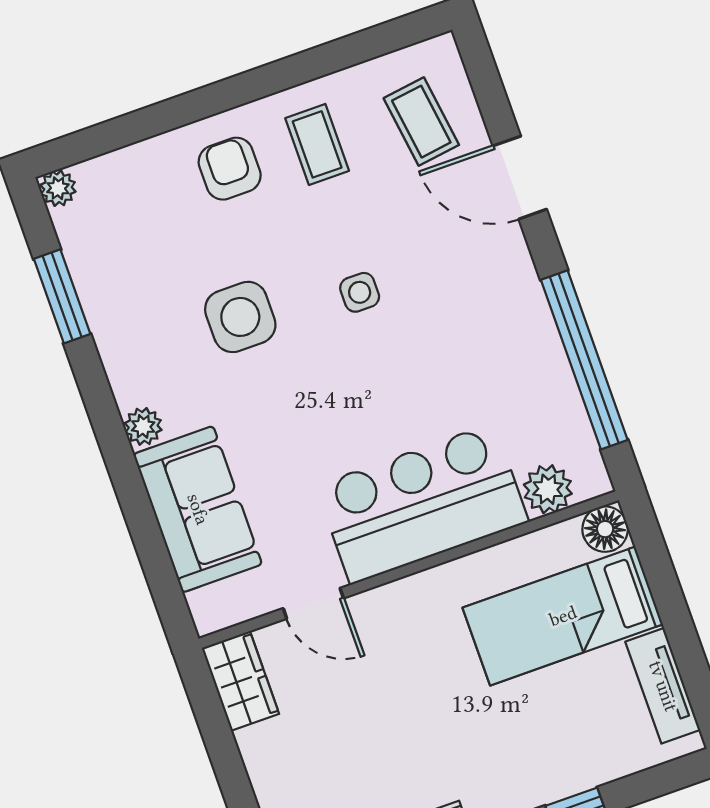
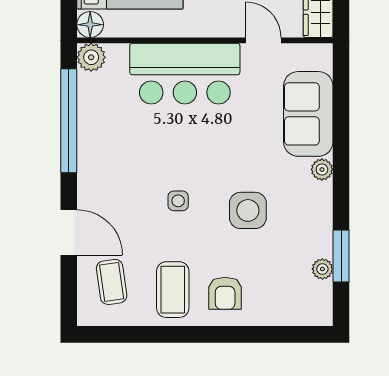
coffee table: (317, 144) -> (173, 290), width x1.36, depth x1.30
plant: (58, 188) -> (322, 269), moved
plant: (548, 489) -> (91, 57), moved

